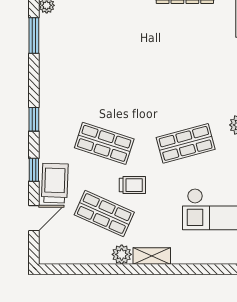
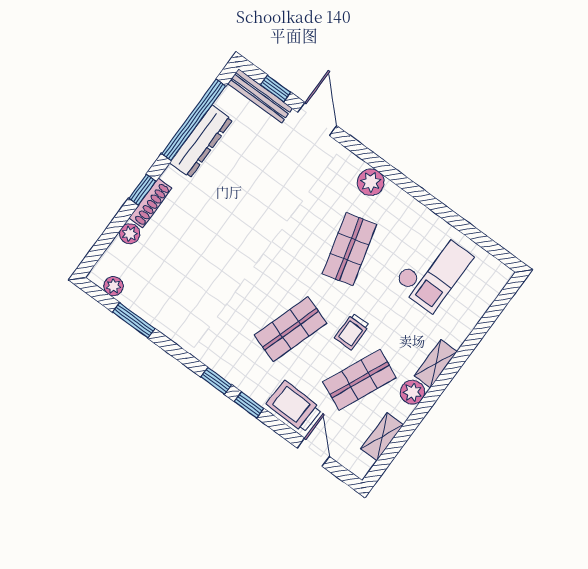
window: (34, 170) -> (249, 405), moved
trolley: (132, 185) -> (352, 332), turned 180
shelving: (78, 256) -> (382, 437), added

